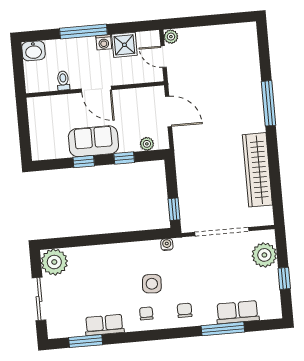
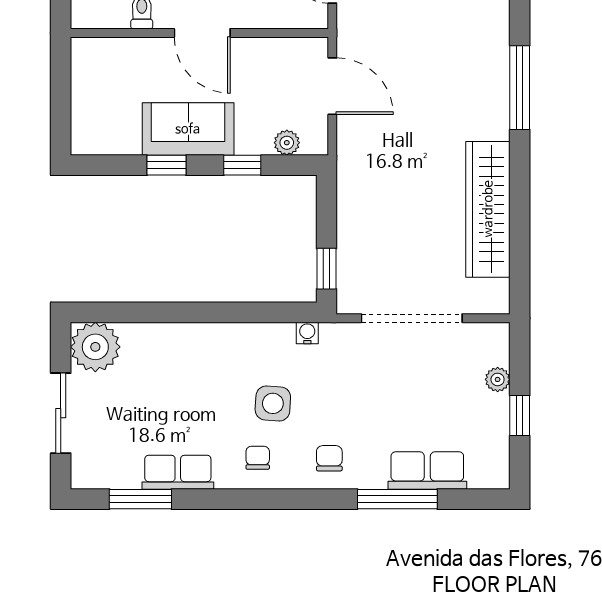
plant: (264, 255) -> (498, 379), width x0.53, depth x0.53

